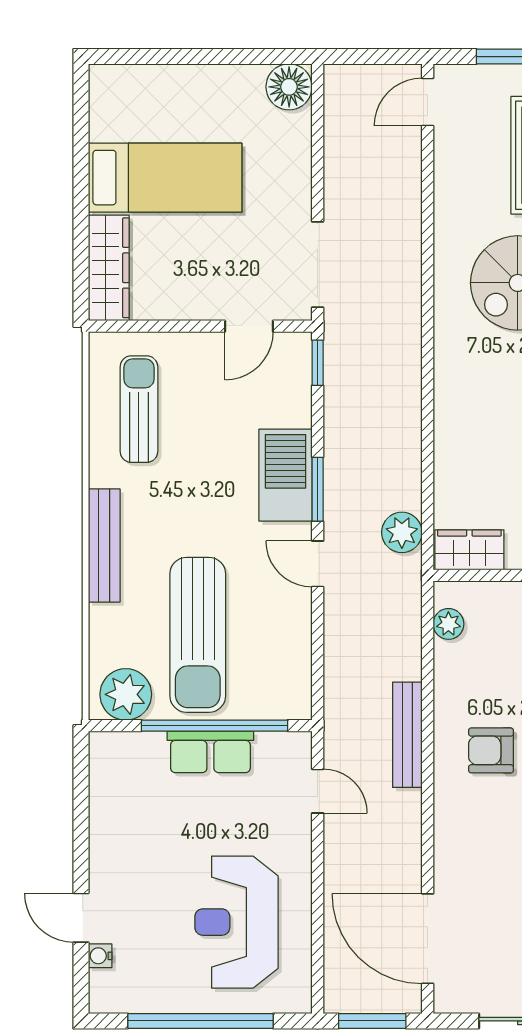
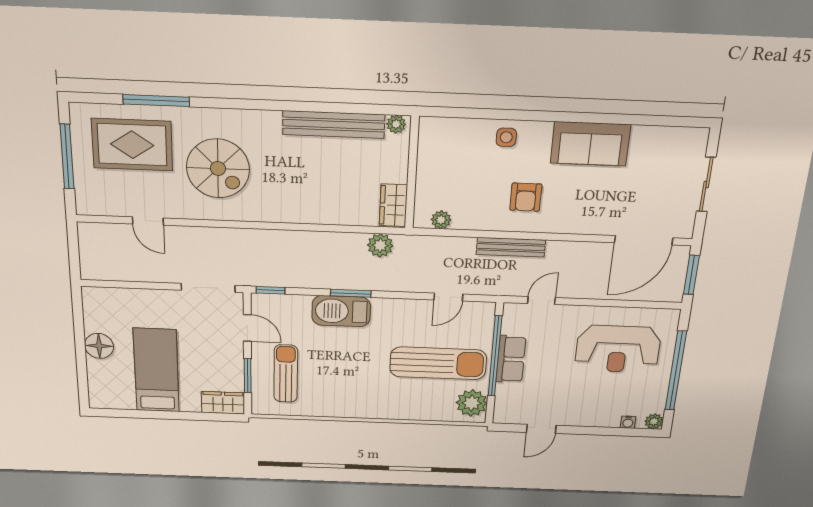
floor lamp: (289, 87) -> (99, 346), moved
door: (428, 102) -> (148, 221), moved
wardrobe: (109, 268) -> (223, 403), width x0.67
window: (161, 326) -> (248, 376), added
sun lounger: (139, 409) -> (286, 374), moved, turned 90
bench: (104, 545) -> (381, 411), removed
door: (318, 564) -> (448, 297), moved
door: (81, 918) -> (541, 429), moved
plant: (104, 998) -> (654, 421), added

